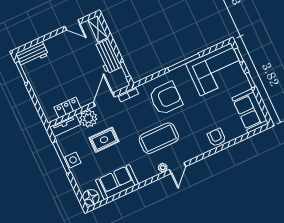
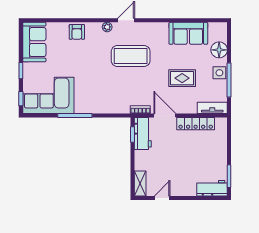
door: (72, 25) -> (162, 198), hinge flipped
workbench: (108, 56) -> (143, 133), moved
armchair: (166, 98) -> (107, 90), removed
door: (104, 99) -> (165, 115), swing flipped
locker: (67, 108) -> (196, 124), width x1.53
plant: (88, 118) -> (187, 105), removed
plant: (163, 168) -> (107, 27), moved
floor lamp: (91, 197) -> (219, 50), moved

